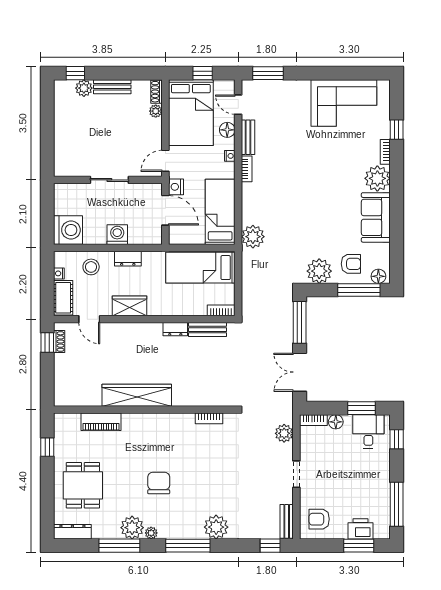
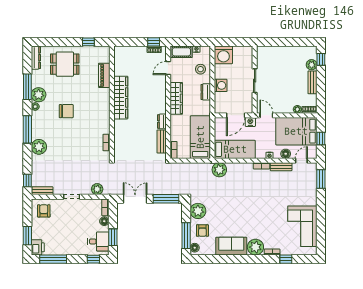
wardrobe: (129, 306) -> (176, 98), width x1.50
printer: (361, 529) -> (38, 247), moved

